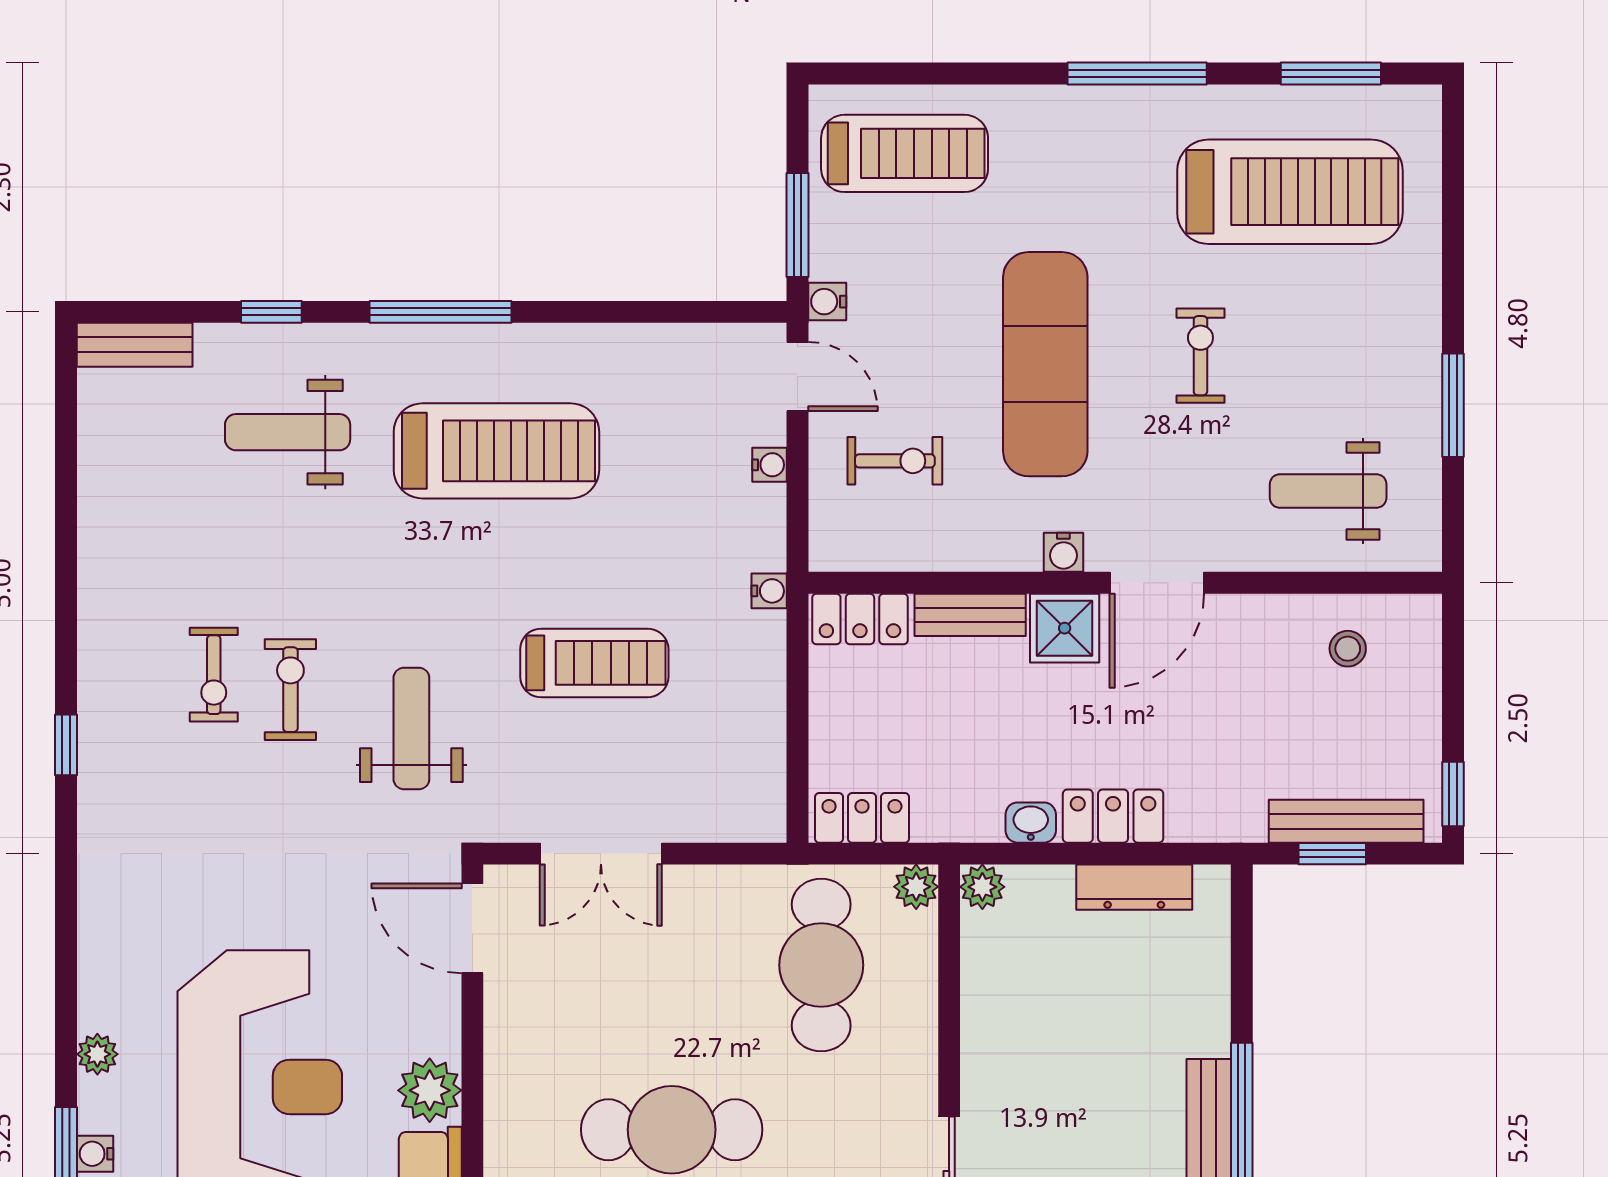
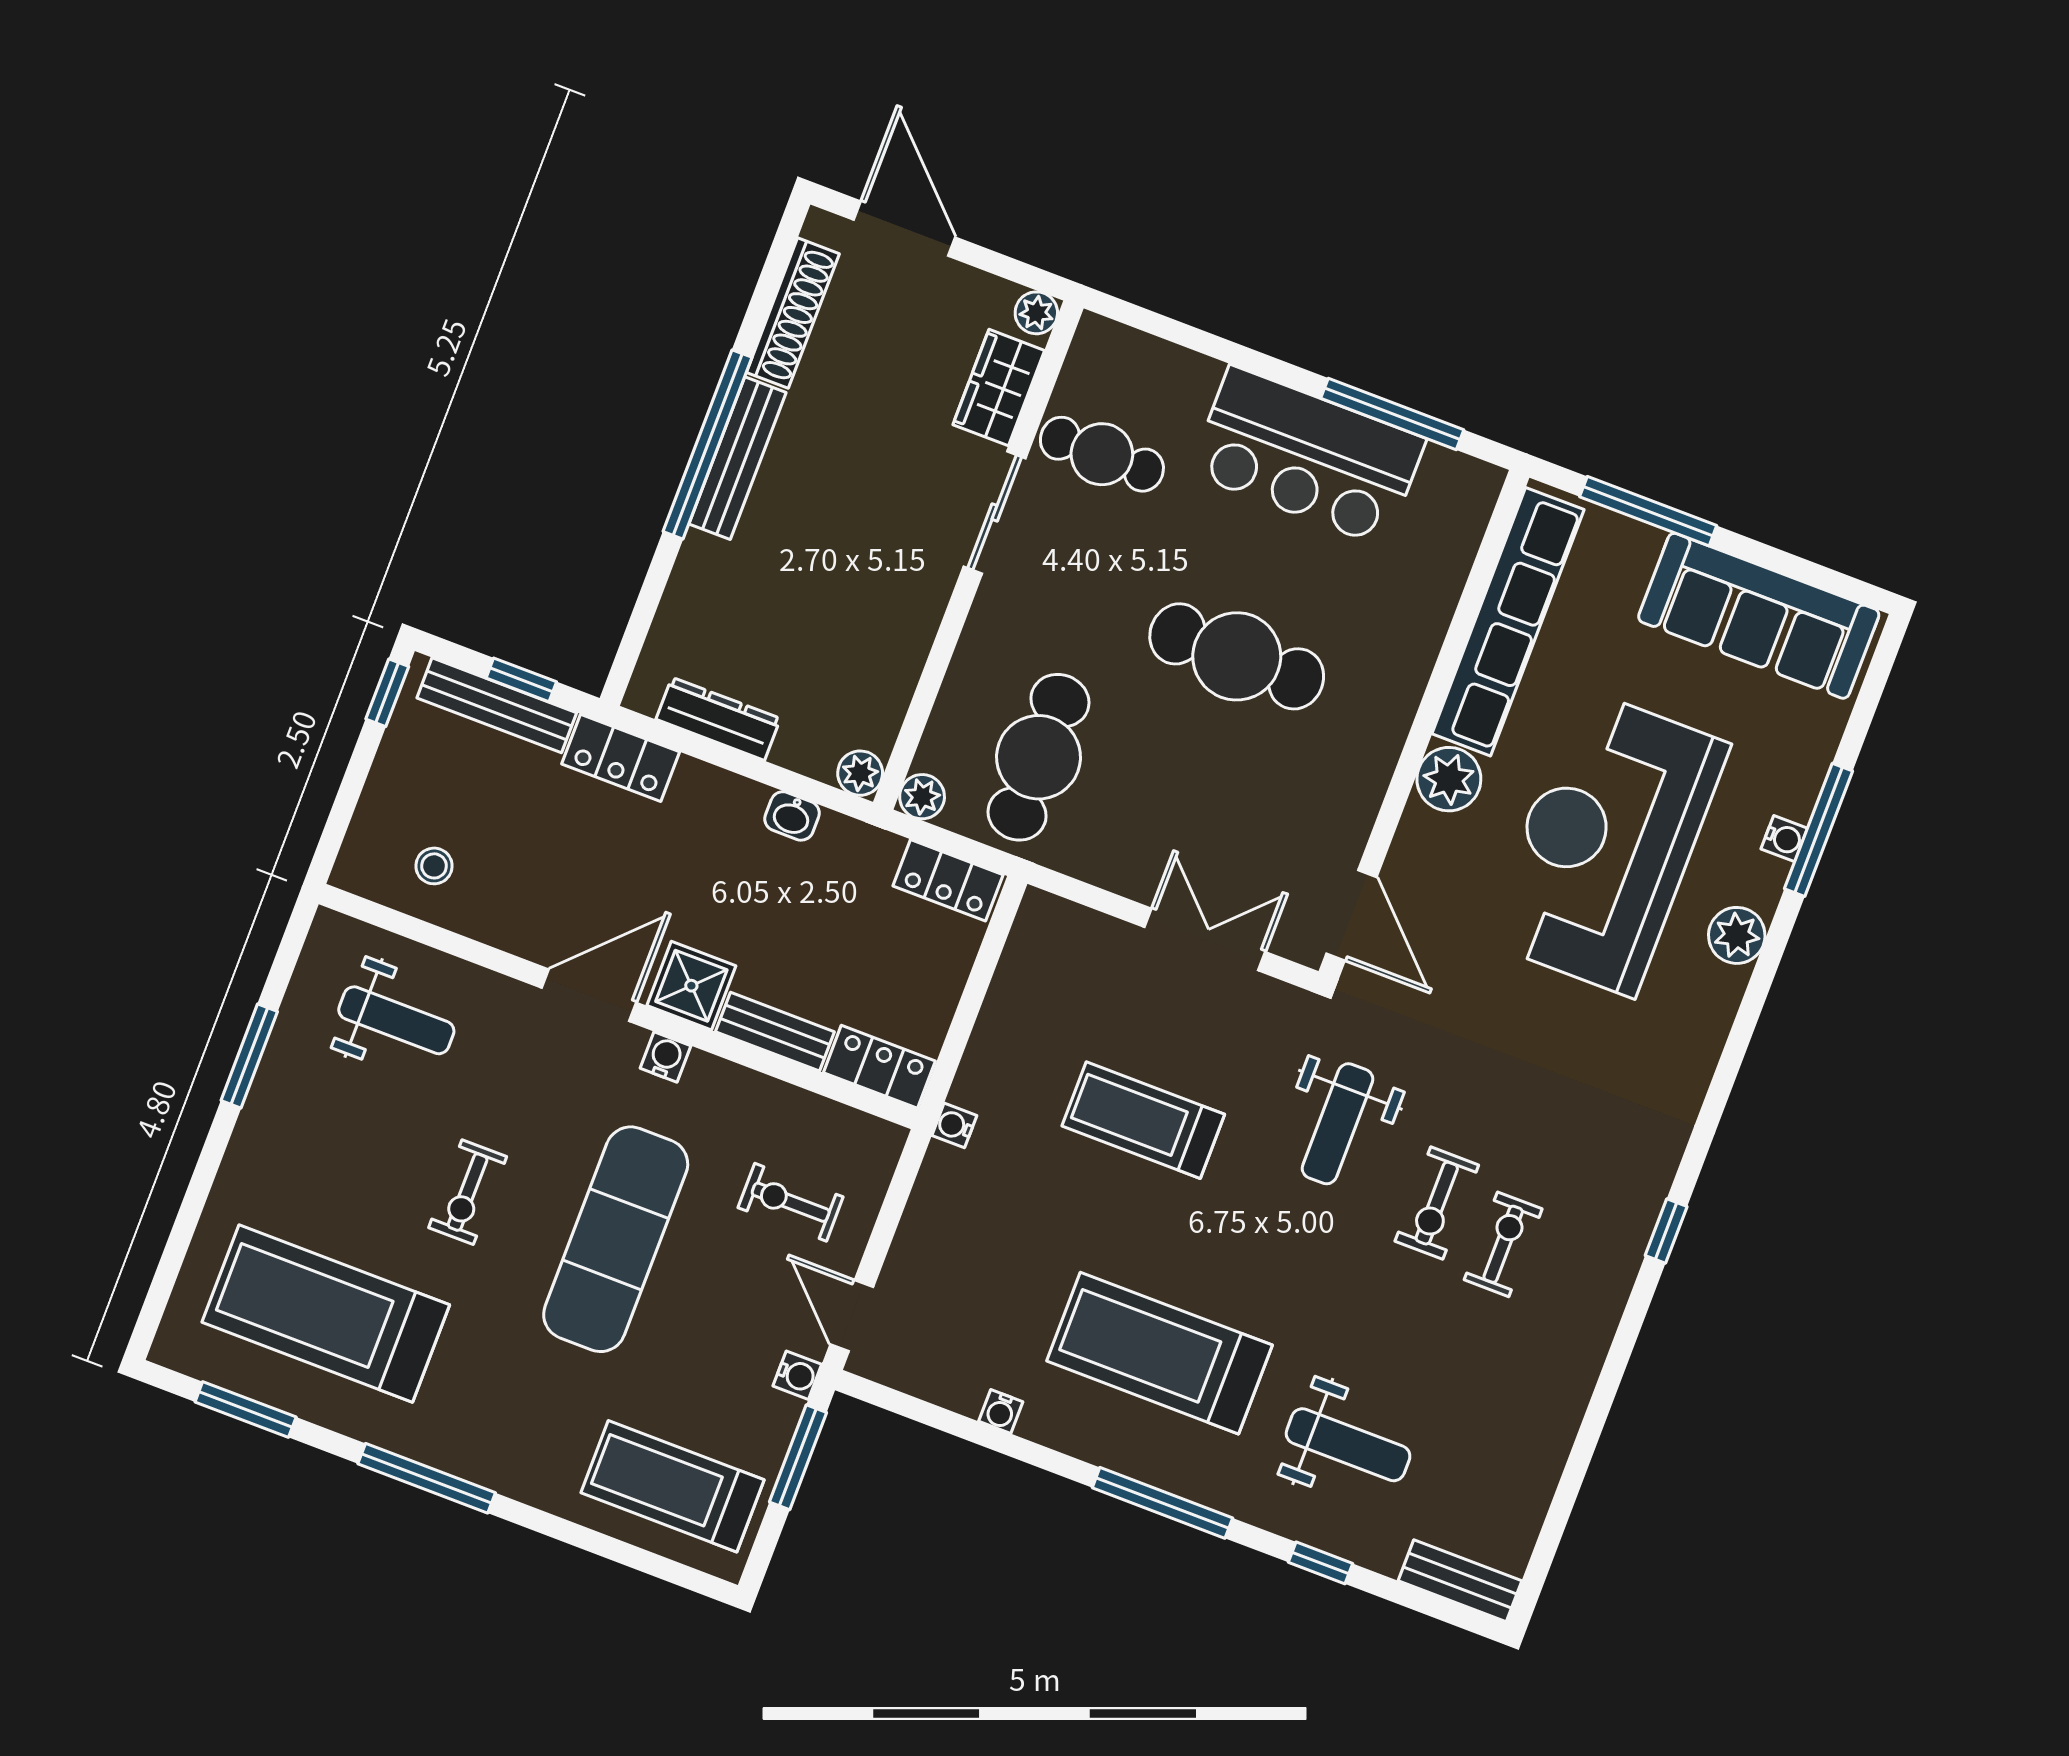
water cooler: (769, 465) -> (1001, 1412), moved, turned -90
locker: (1113, 816) -> (621, 758), moved
plant: (97, 1054) -> (1737, 935), width x1.38, depth x1.38

